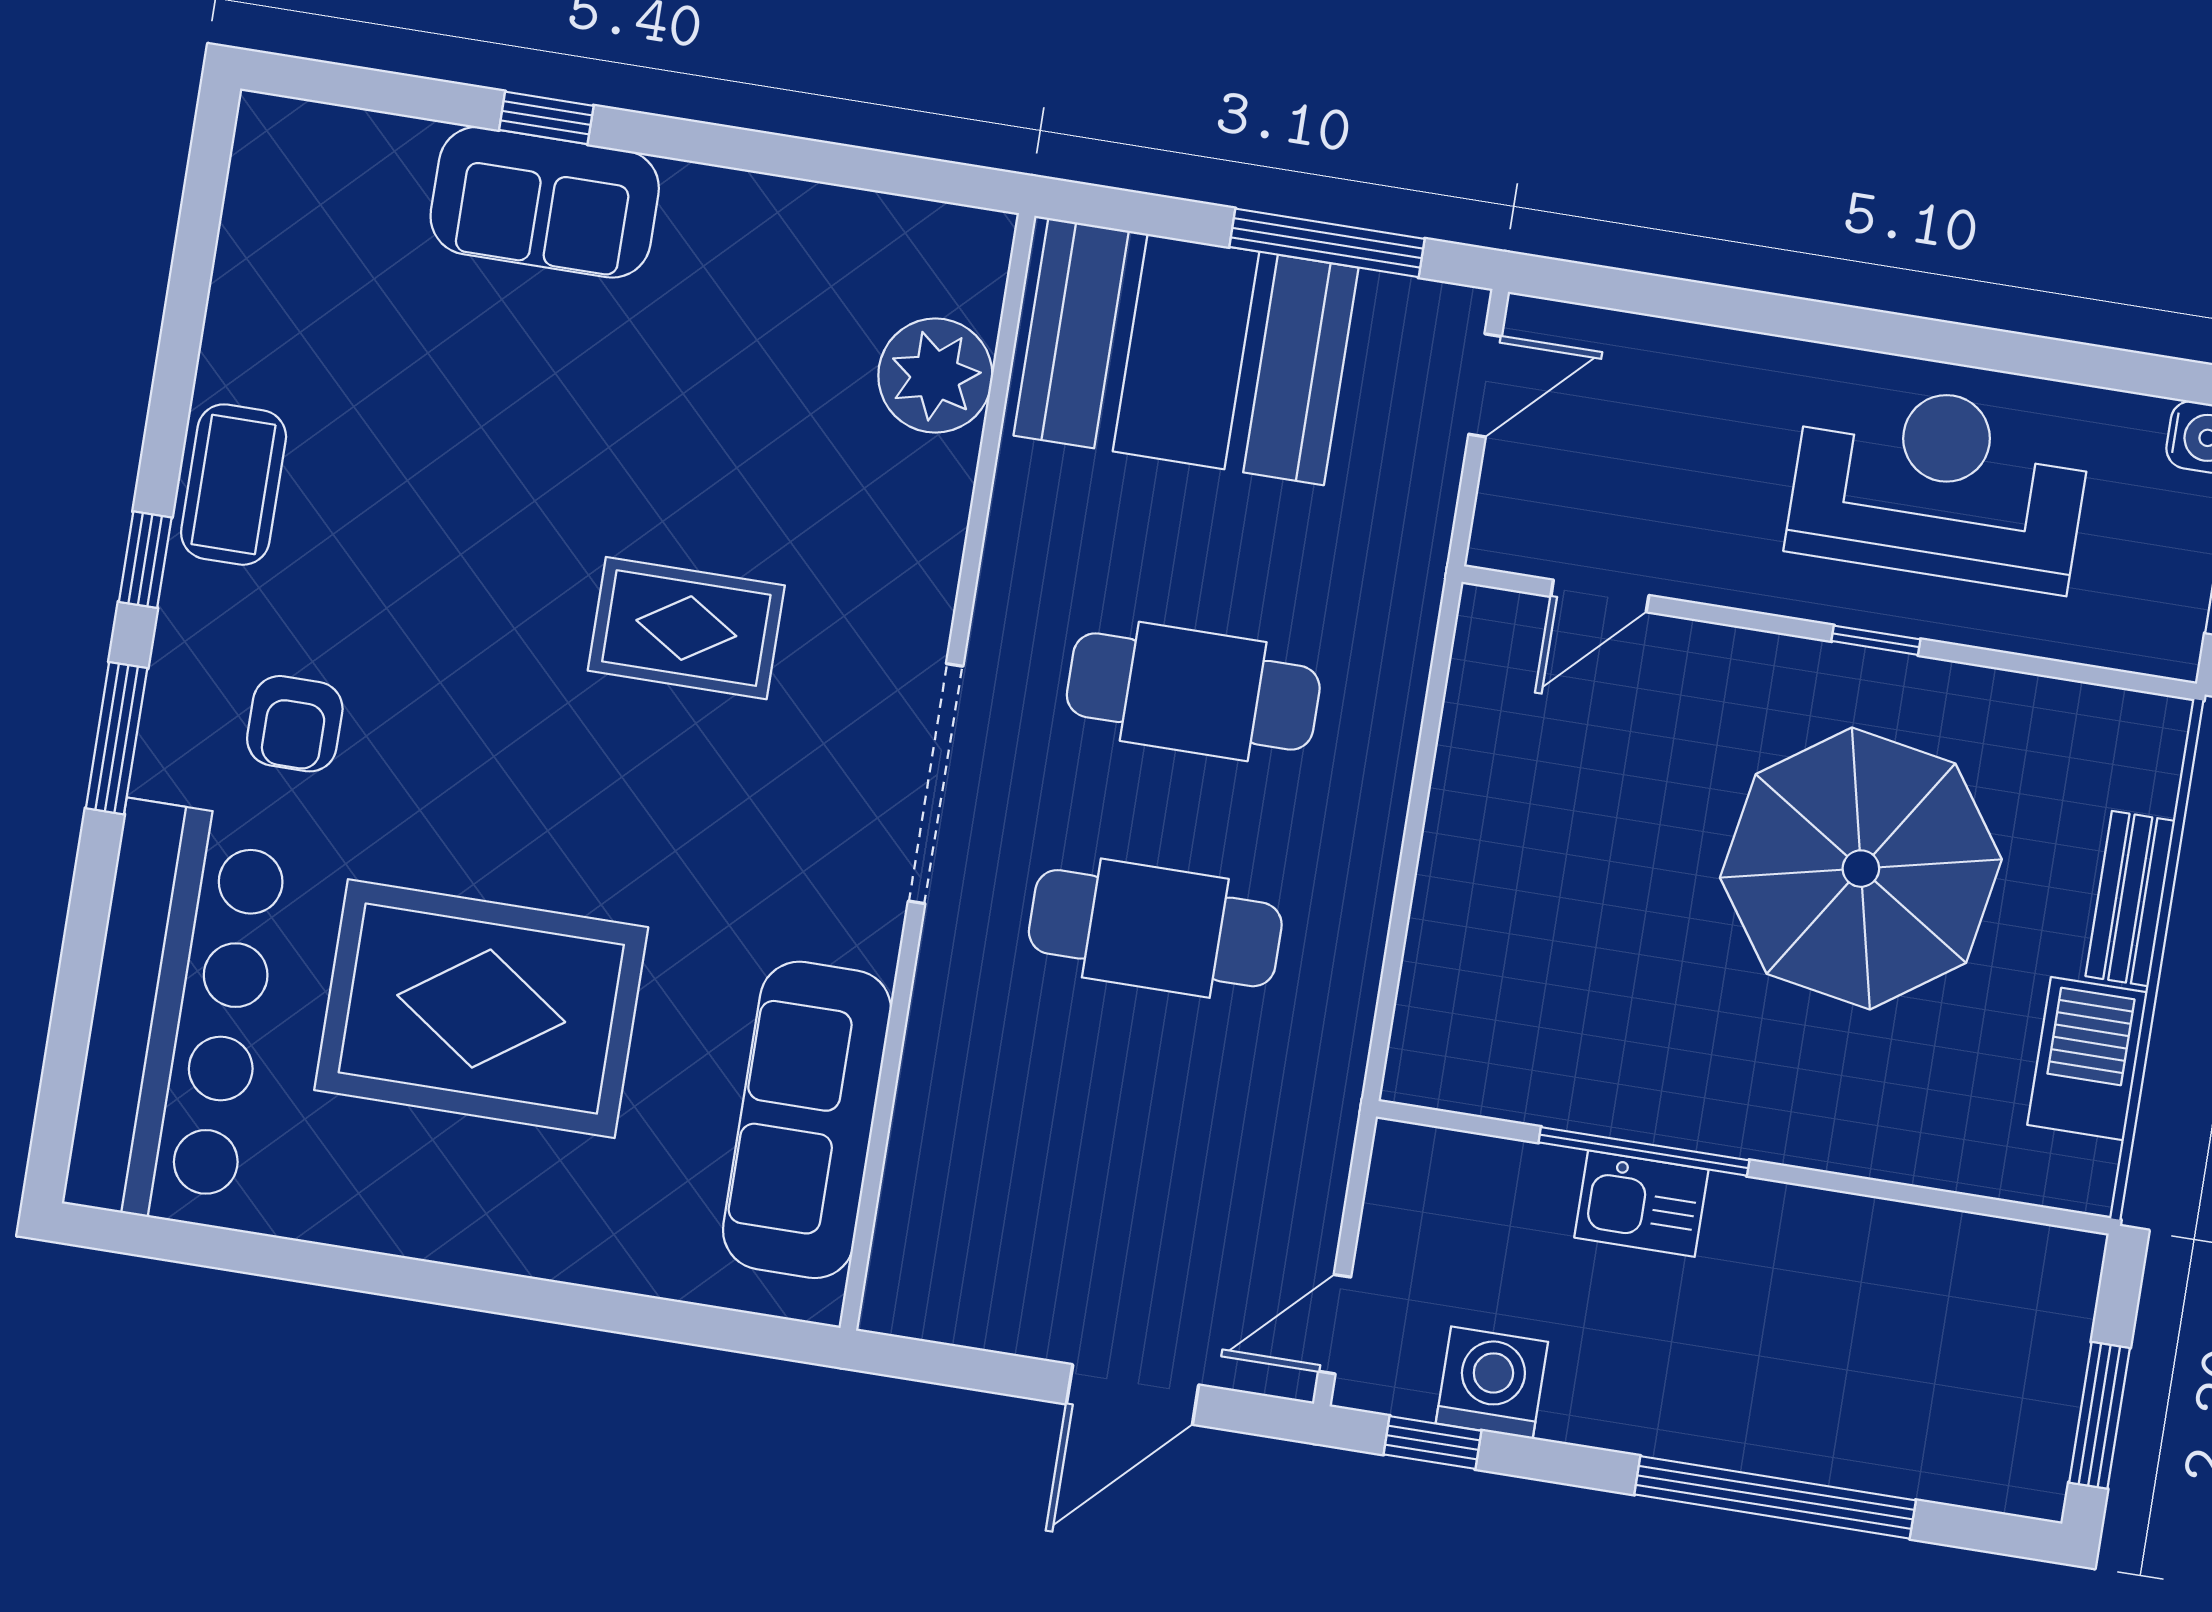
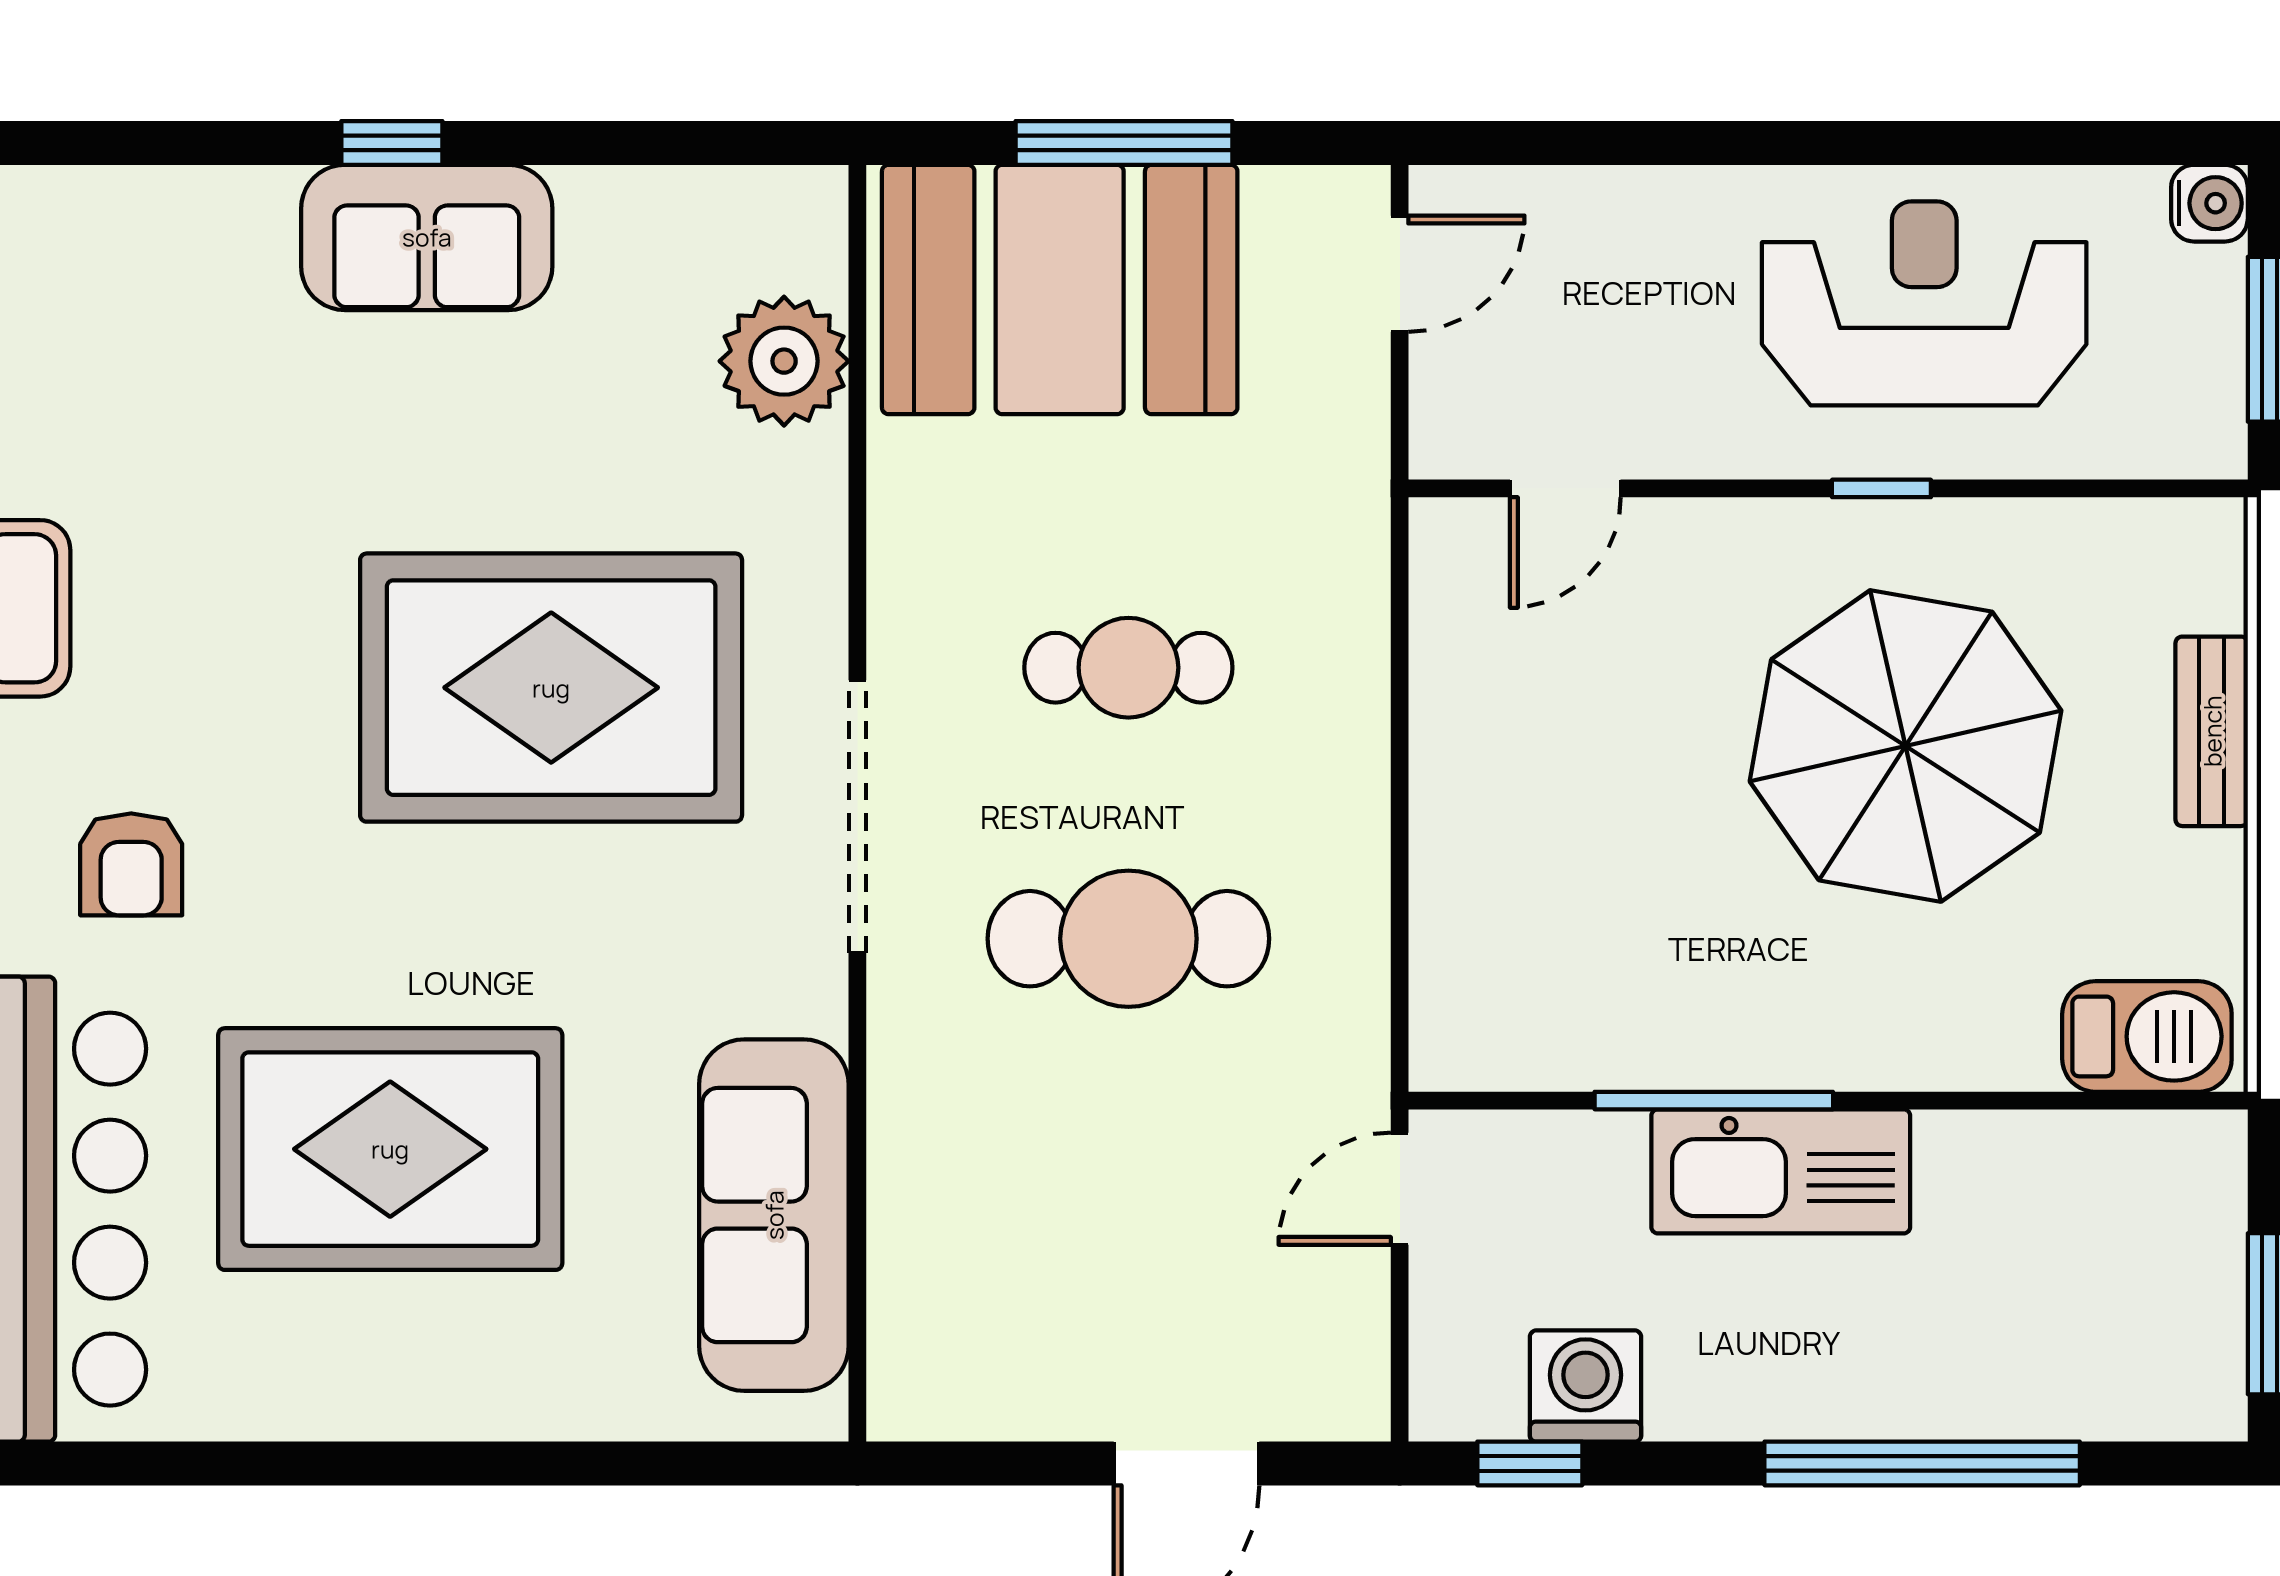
window: (546, 118) -> (392, 143), moved
sofa: (545, 202) -> (427, 237), moved
window: (1327, 243) -> (1124, 143), moved
rug: (686, 628) -> (551, 688), width x1.86, depth x2.06
cafe table: (1193, 691) -> (1128, 668), width x0.73, depth x0.74
barbecue: (2087, 1059) -> (2147, 1036), moved, turned 90
kitchen sink: (1641, 1204) -> (1781, 1171), width x1.88, depth x1.24
door: (1335, 1324) -> (1400, 1189), moved

